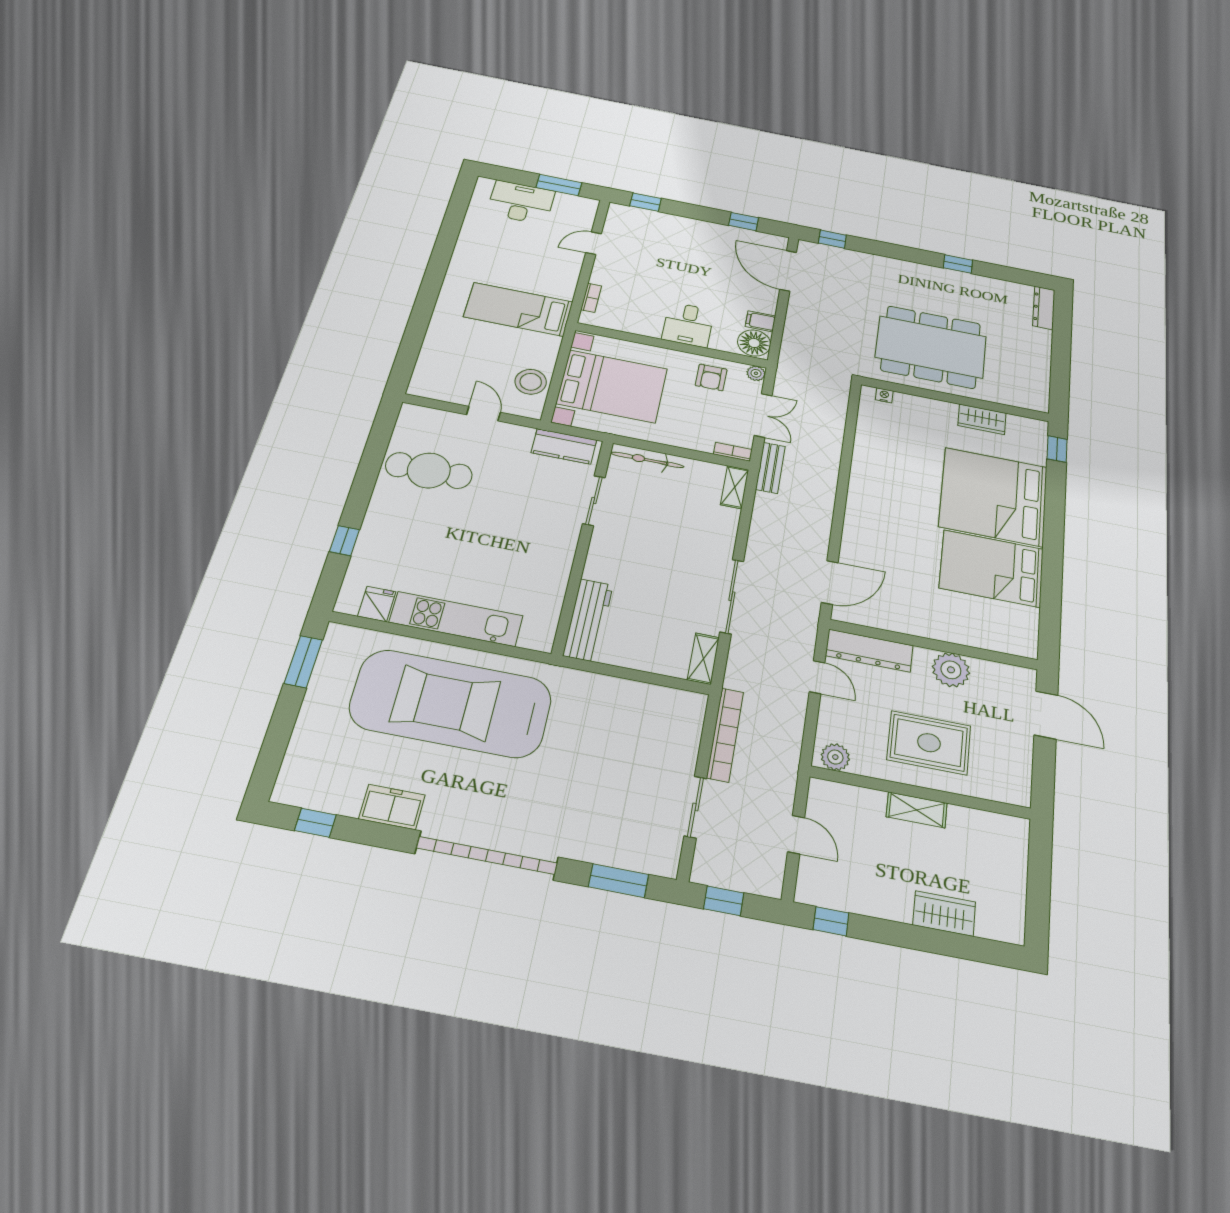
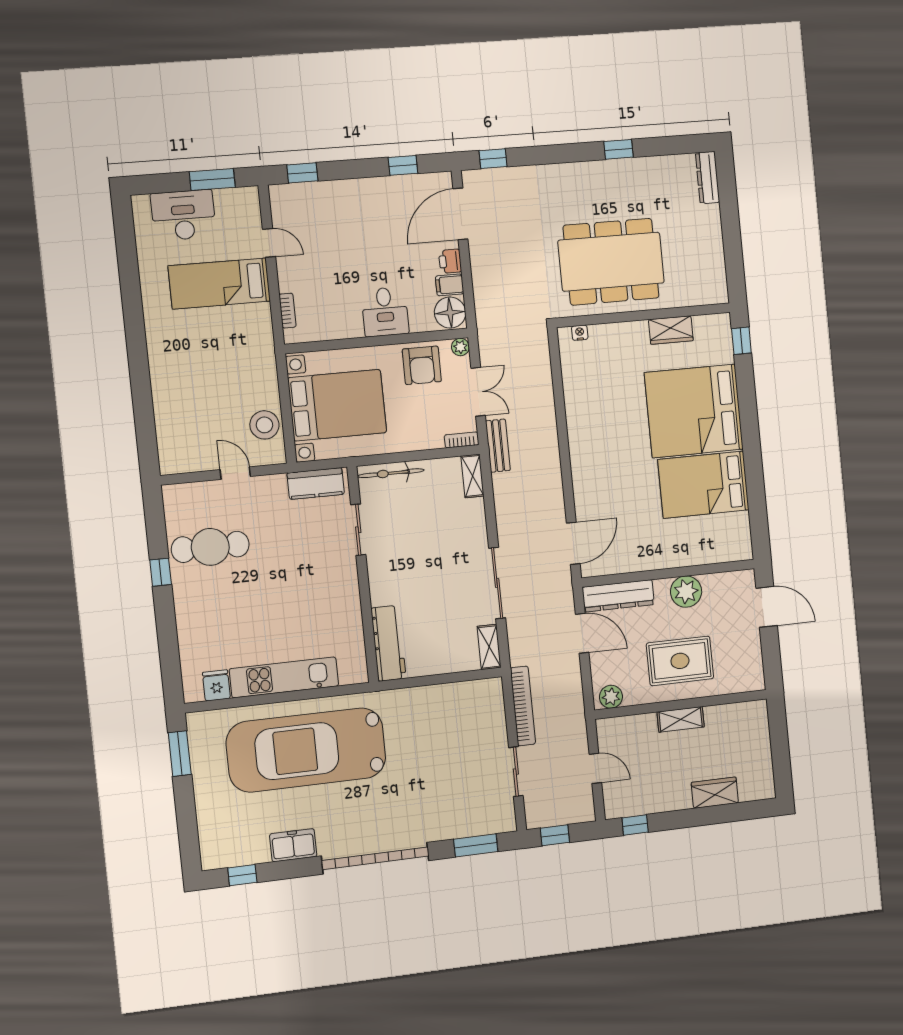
door: (594, 243) -> (269, 243), swing flipped
door: (788, 271) -> (460, 214), hinge flipped
printer: (767, 303) -> (450, 261), added
bed: (518, 309) -> (219, 284), moved
armchair: (711, 377) -> (422, 365), width x1.38, depth x1.38
window: (344, 541) -> (161, 572), moved
door: (817, 677) -> (582, 633), width x1.38

